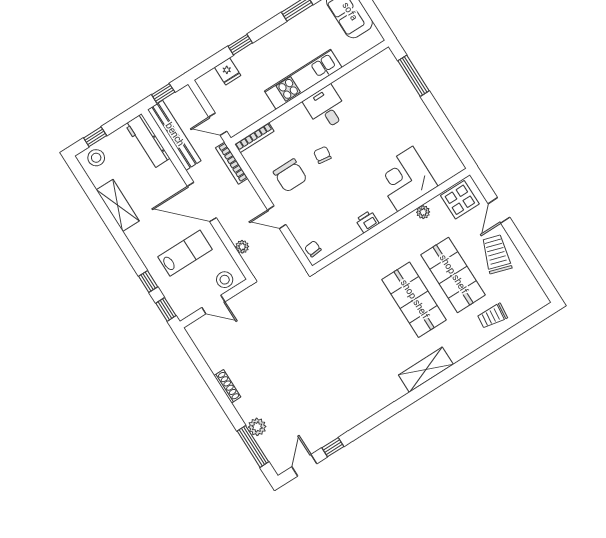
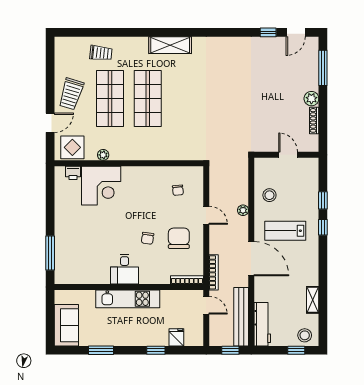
shelving: (118, 205) -> (313, 300), width x0.67, depth x0.75
printer: (367, 222) -> (73, 173), moved
chair: (313, 249) -> (178, 190), moved
wall: (215, 303) -> (286, 155), moved
door: (213, 305) -> (288, 155), moved
plant: (257, 427) -> (311, 99), moved

